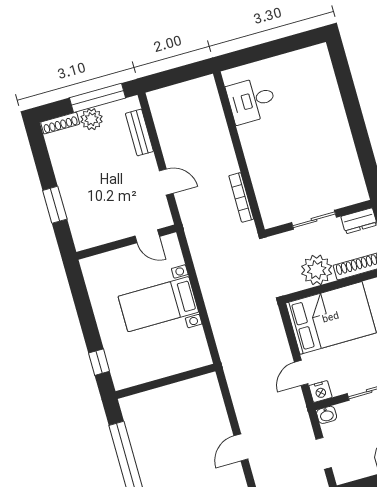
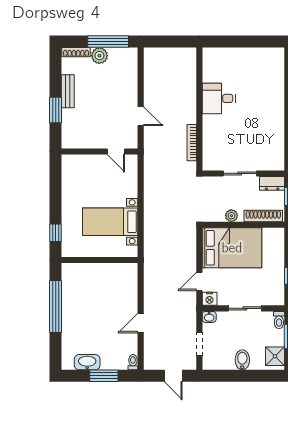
desk: (251, 100) -> (219, 98), moved
bench: (139, 132) -> (68, 91), moved
plant: (317, 270) -> (231, 216), width x0.53, depth x0.53
bed with nightstands: (158, 304) -> (110, 222), moved

